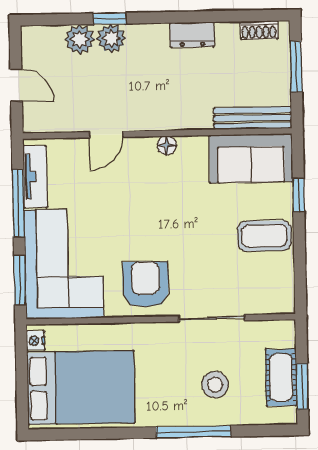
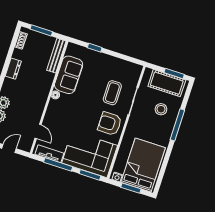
door: (106, 134) -> (38, 131), moved
sofa: (251, 158) -> (69, 75), moved
coffee table: (264, 236) -> (112, 93), moved
cot: (281, 377) -> (167, 83), width x1.37, depth x1.34
window: (22, 379) -> (131, 188), added

